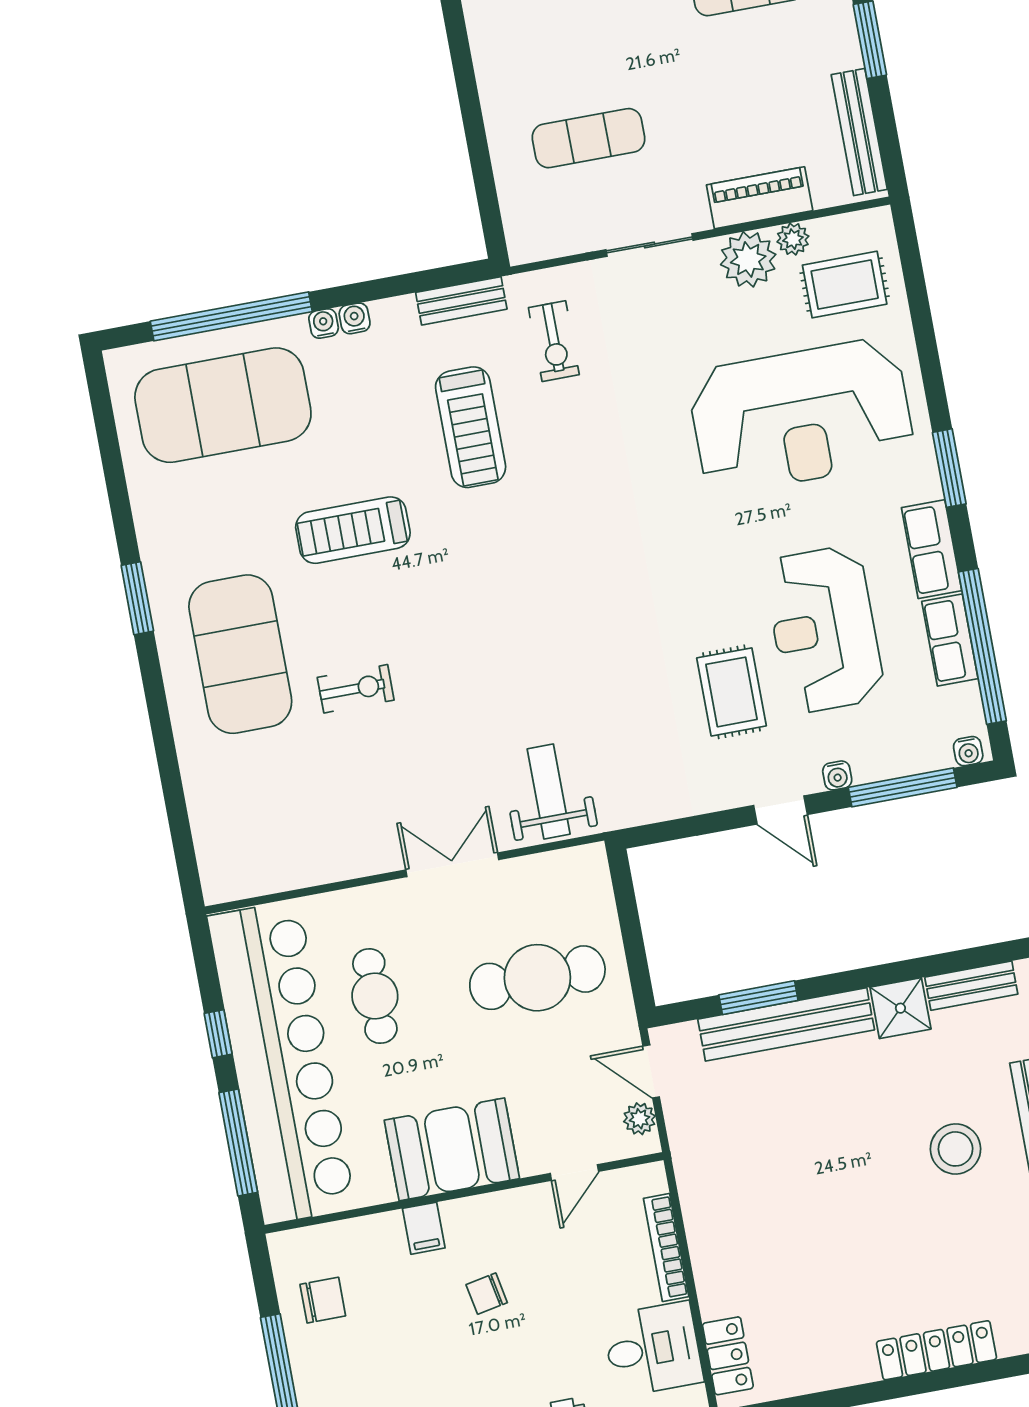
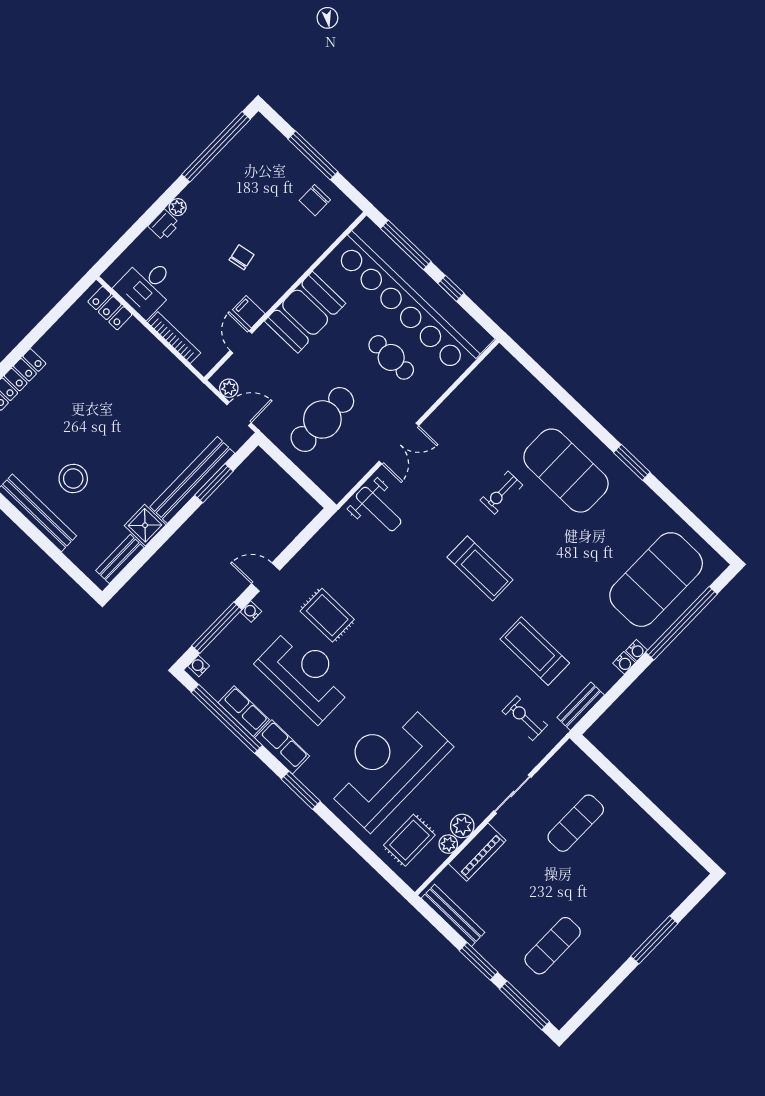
plant: (748, 259) -> (462, 826), width x0.73, depth x0.73
treadmill: (353, 530) -> (480, 568), moved, turned 90
filing cabinet: (424, 1228) -> (249, 312), moved

